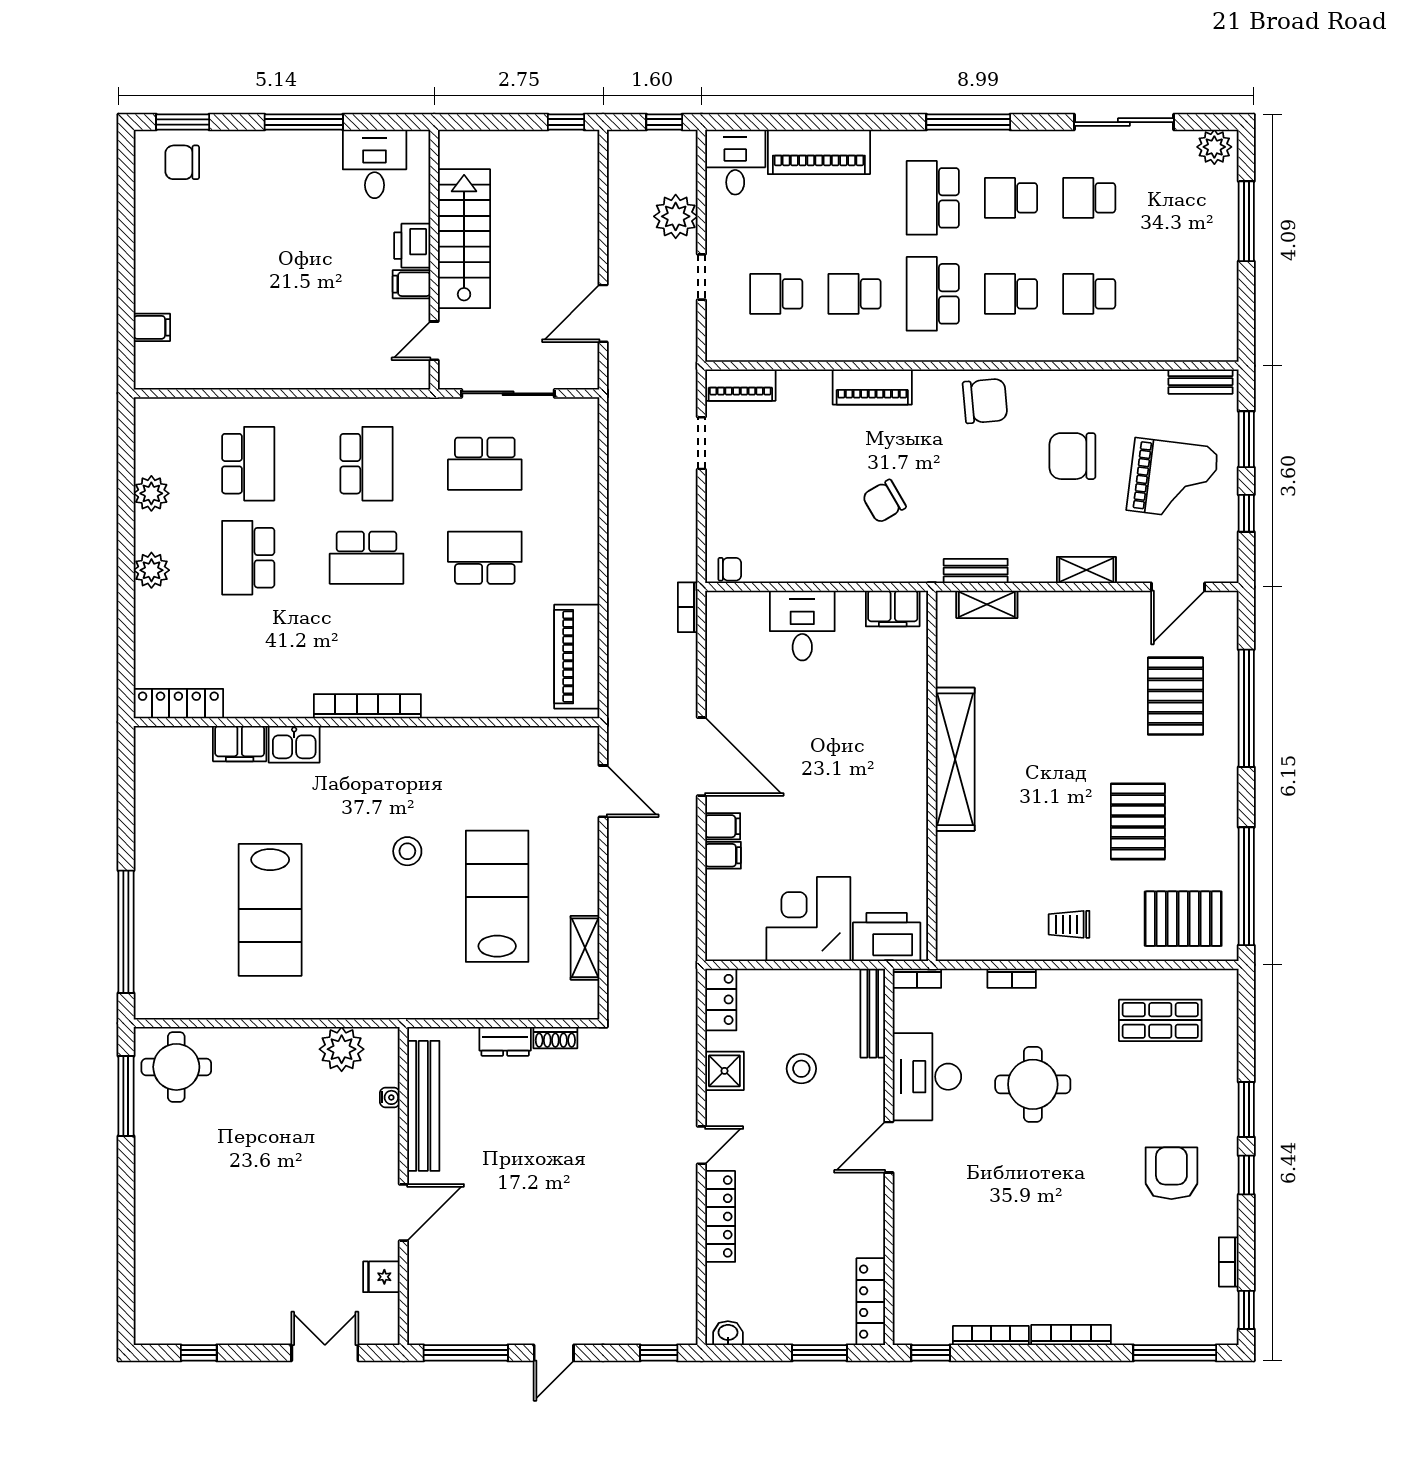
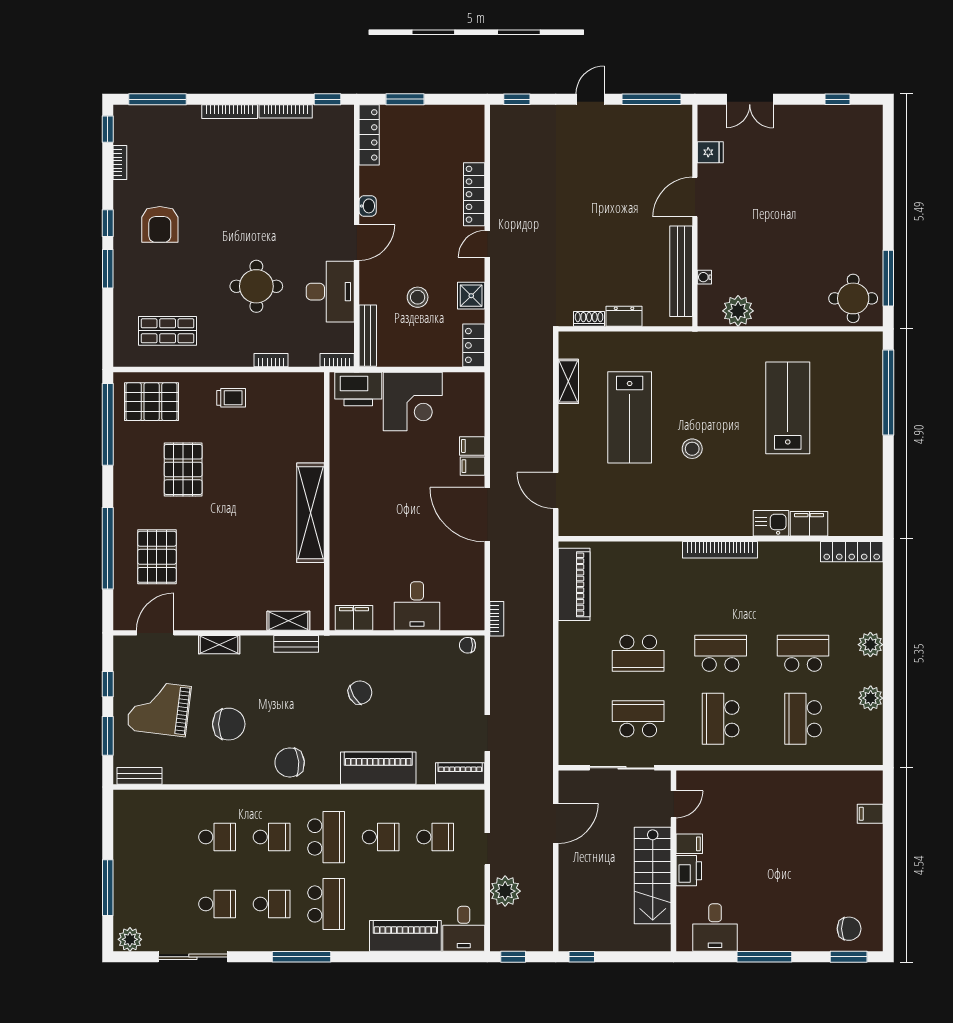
piano: (872, 387) -> (378, 768), width x1.37, depth x1.33
school desk: (248, 558) -> (803, 653), turned -90
washbasin: (728, 1333) -> (368, 206), moved, turned -90

